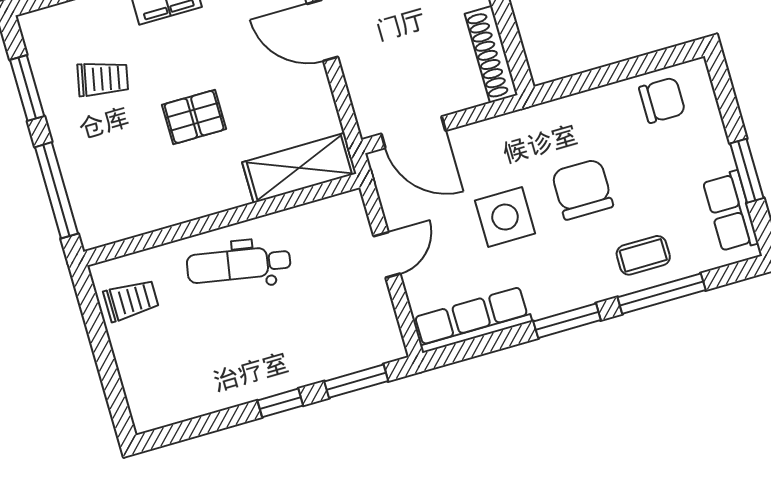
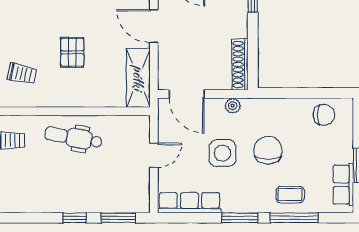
trolley: (103, 79) -> (22, 74), moved
pallet: (194, 117) -> (72, 52), turned 90
plant: (499, 130) -> (233, 106), added
shelving: (299, 168) -> (138, 78), moved, turned 90

